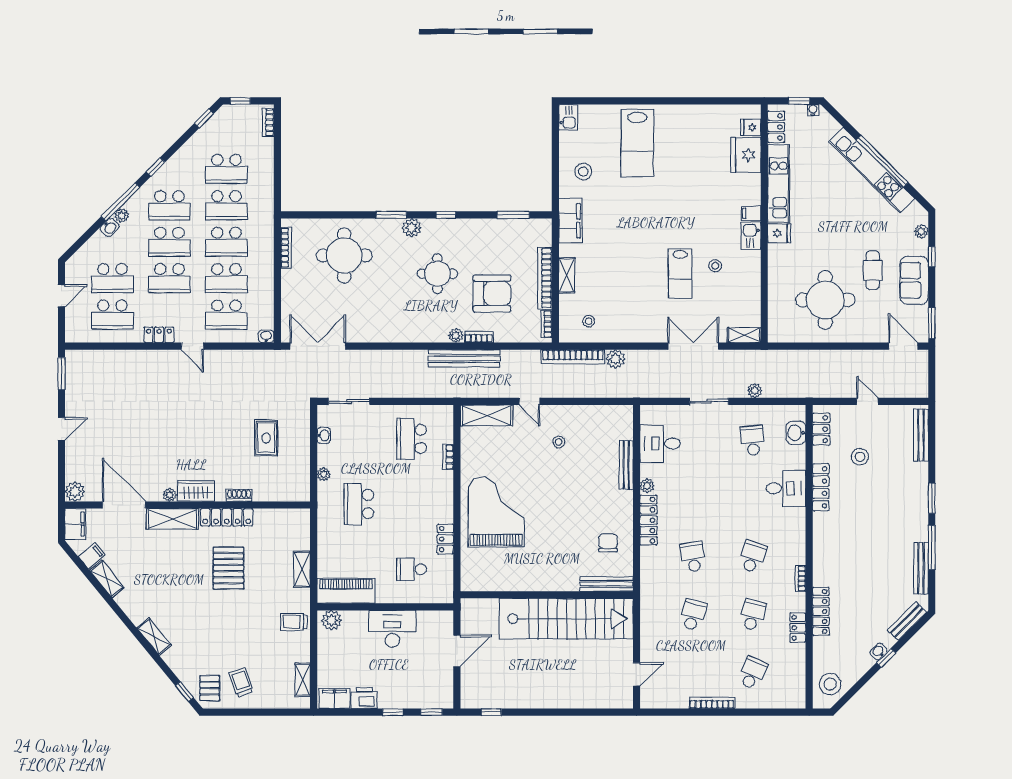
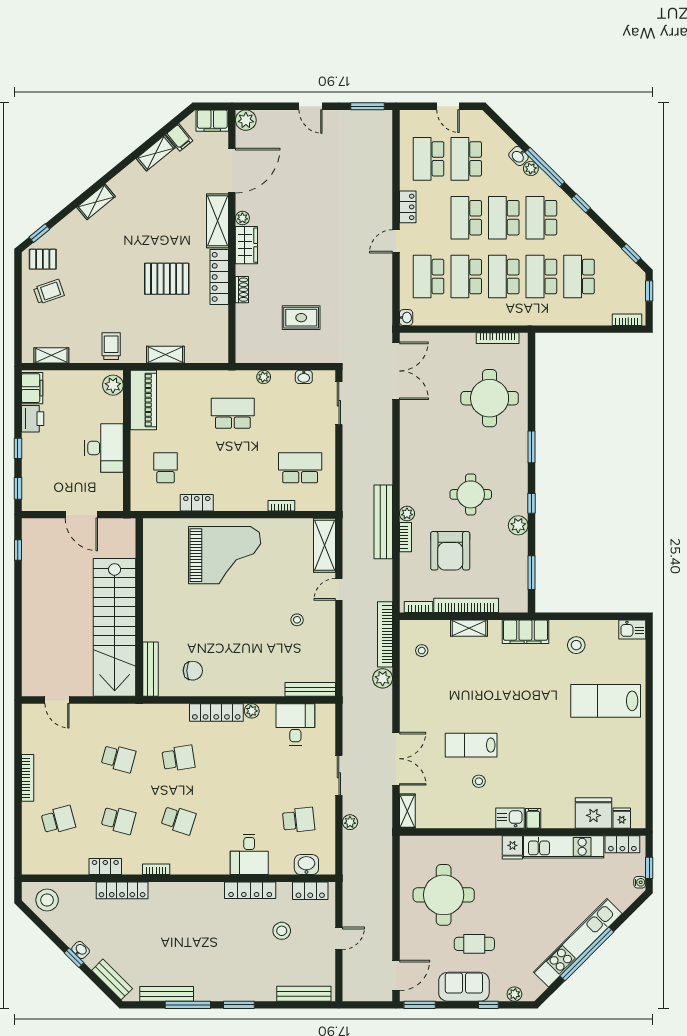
plant: (412, 228) -> (518, 525), moved
bench: (626, 465) -> (310, 689), moved
school desk: (753, 673) -> (58, 820), turned -39

